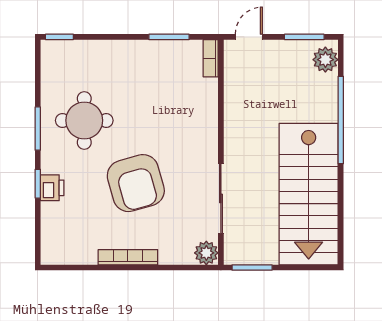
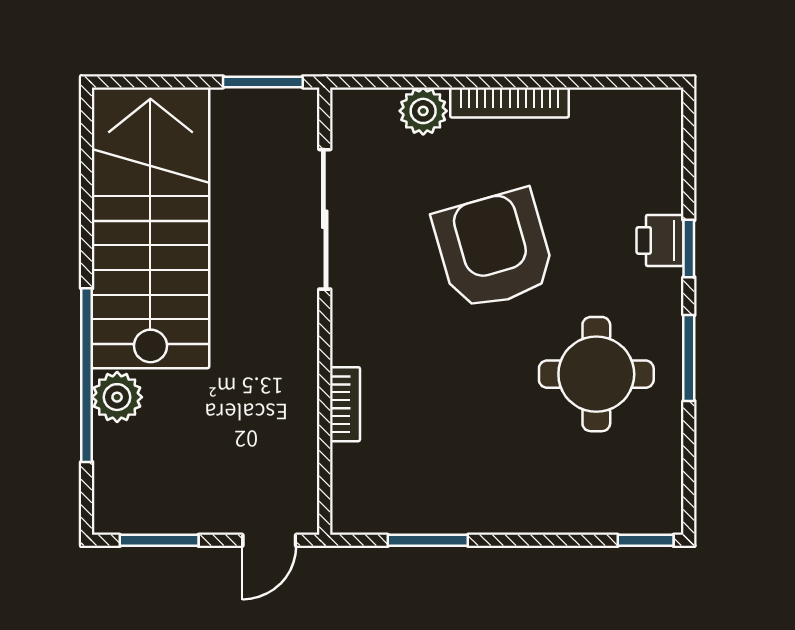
bookcase: (211, 58) -> (345, 404), moved
plant: (325, 60) -> (117, 397), moved
plant: (206, 253) -> (423, 111), moved

